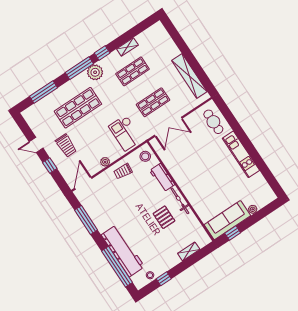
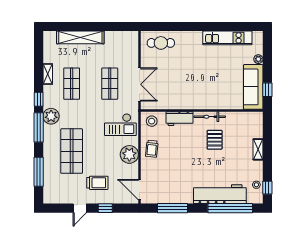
shelving: (189, 76) -> (80, 37), moved
kitchen unit: (241, 154) -> (227, 38), moved
plant: (105, 162) -> (129, 154), width x1.88, depth x1.88
pallet: (164, 217) -> (215, 140), turned 90
shelving: (189, 251) -> (258, 149), moved
window: (164, 279) -> (267, 188), moved

